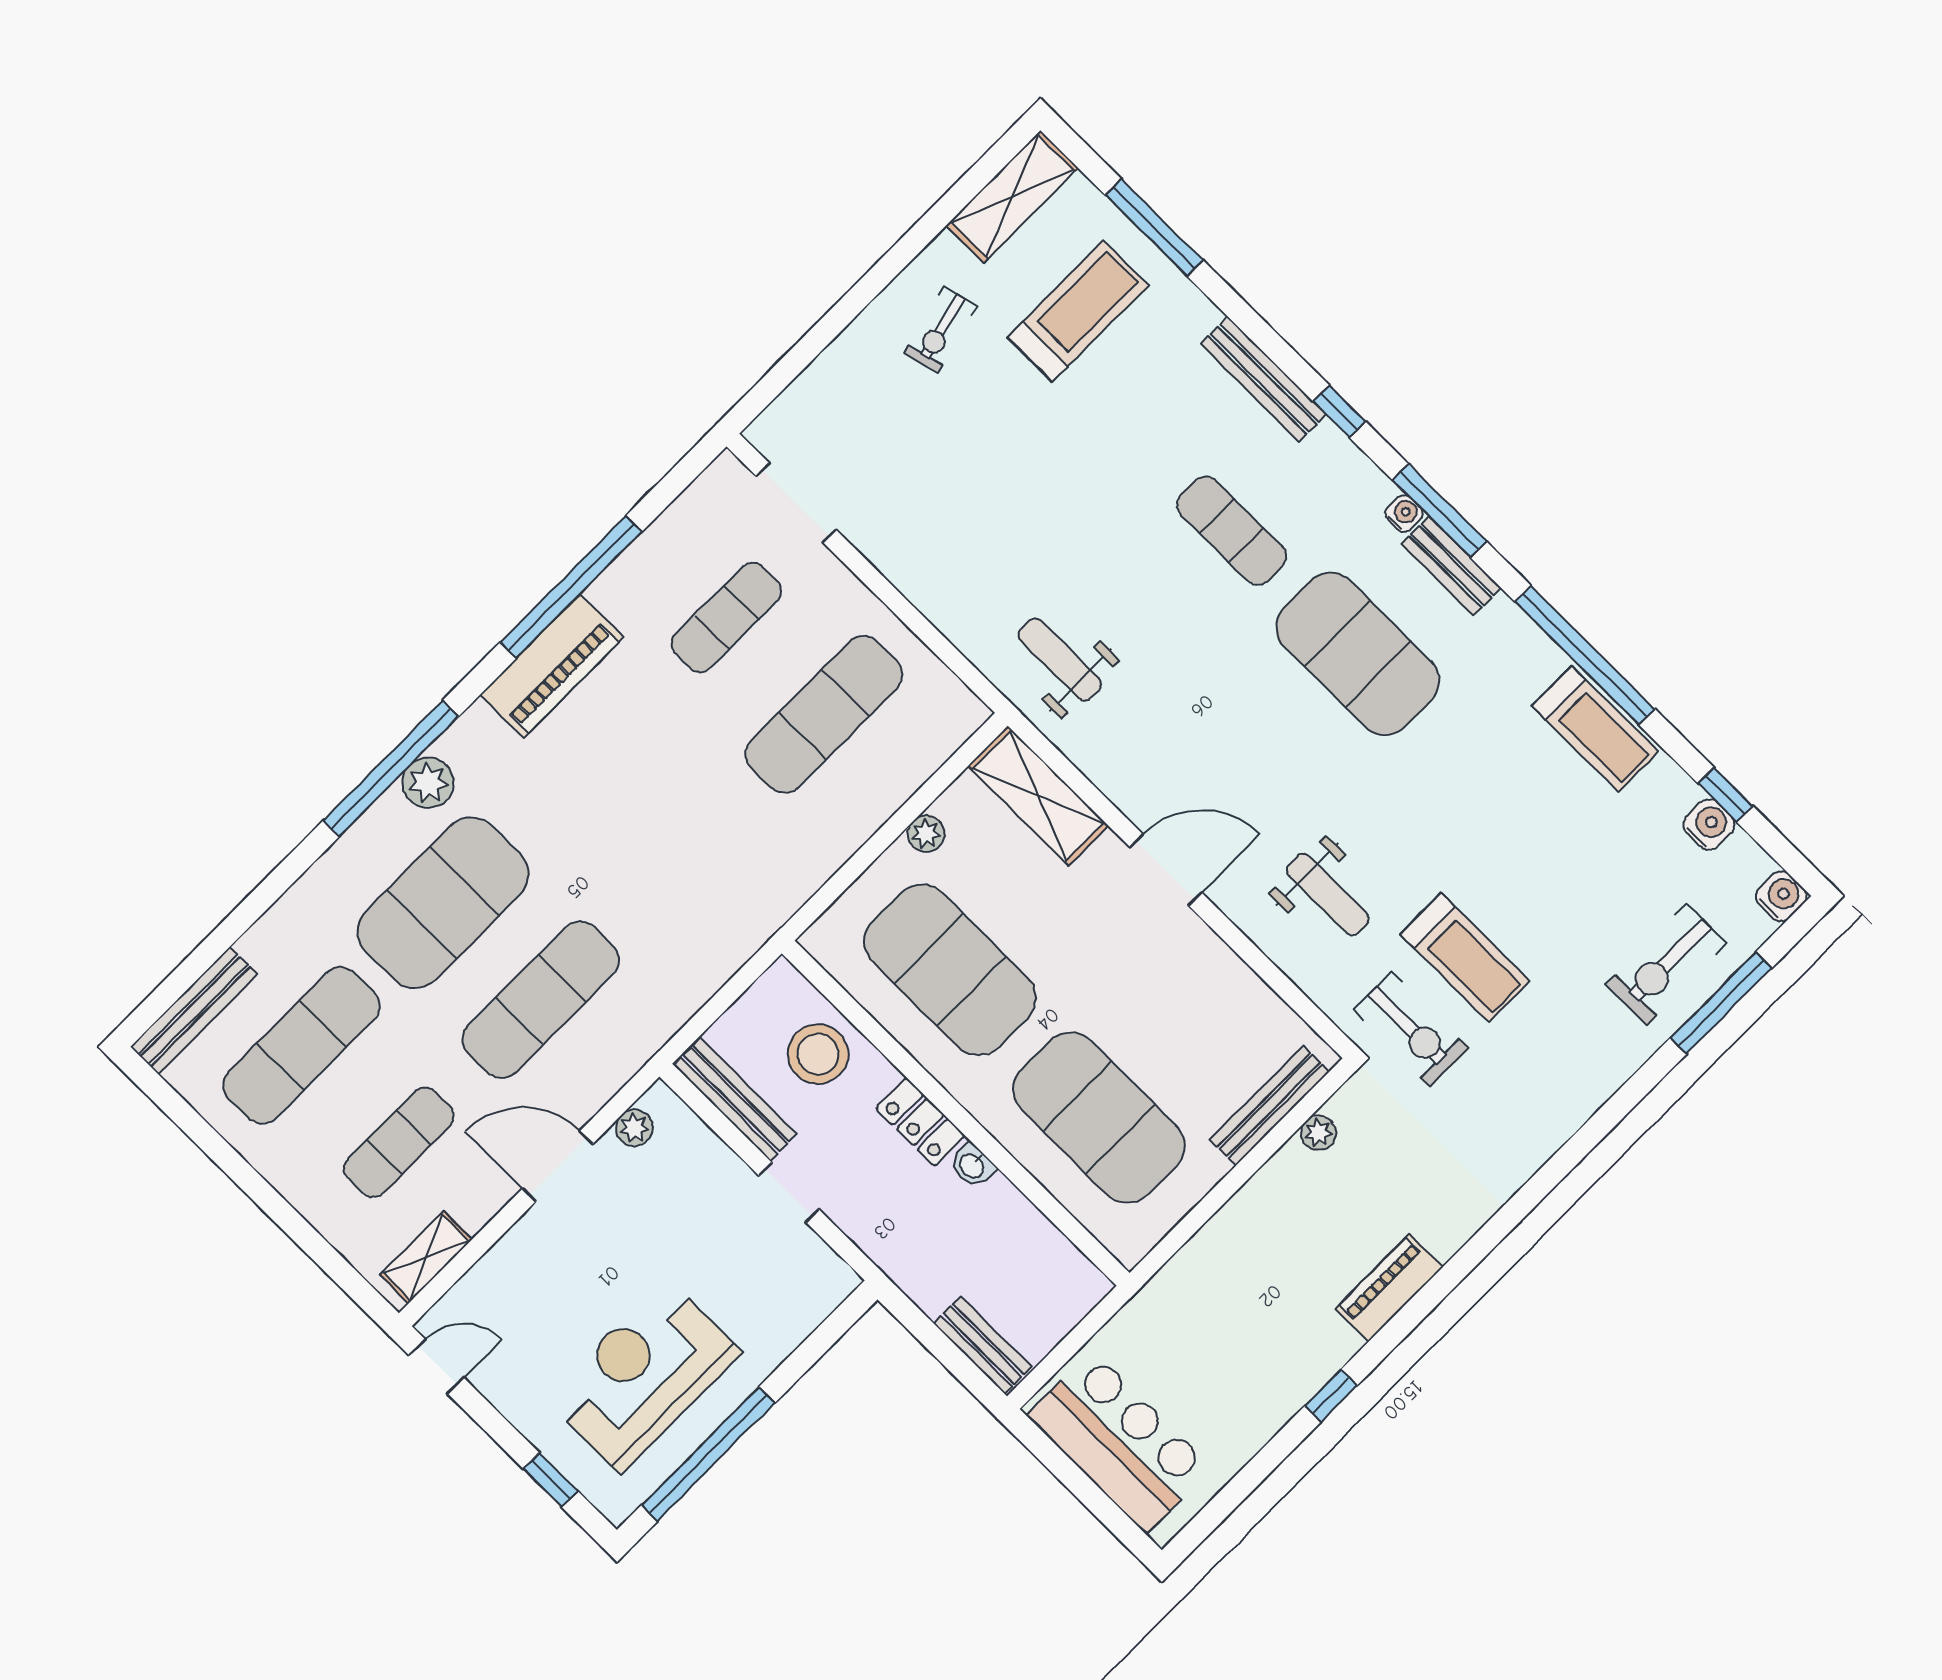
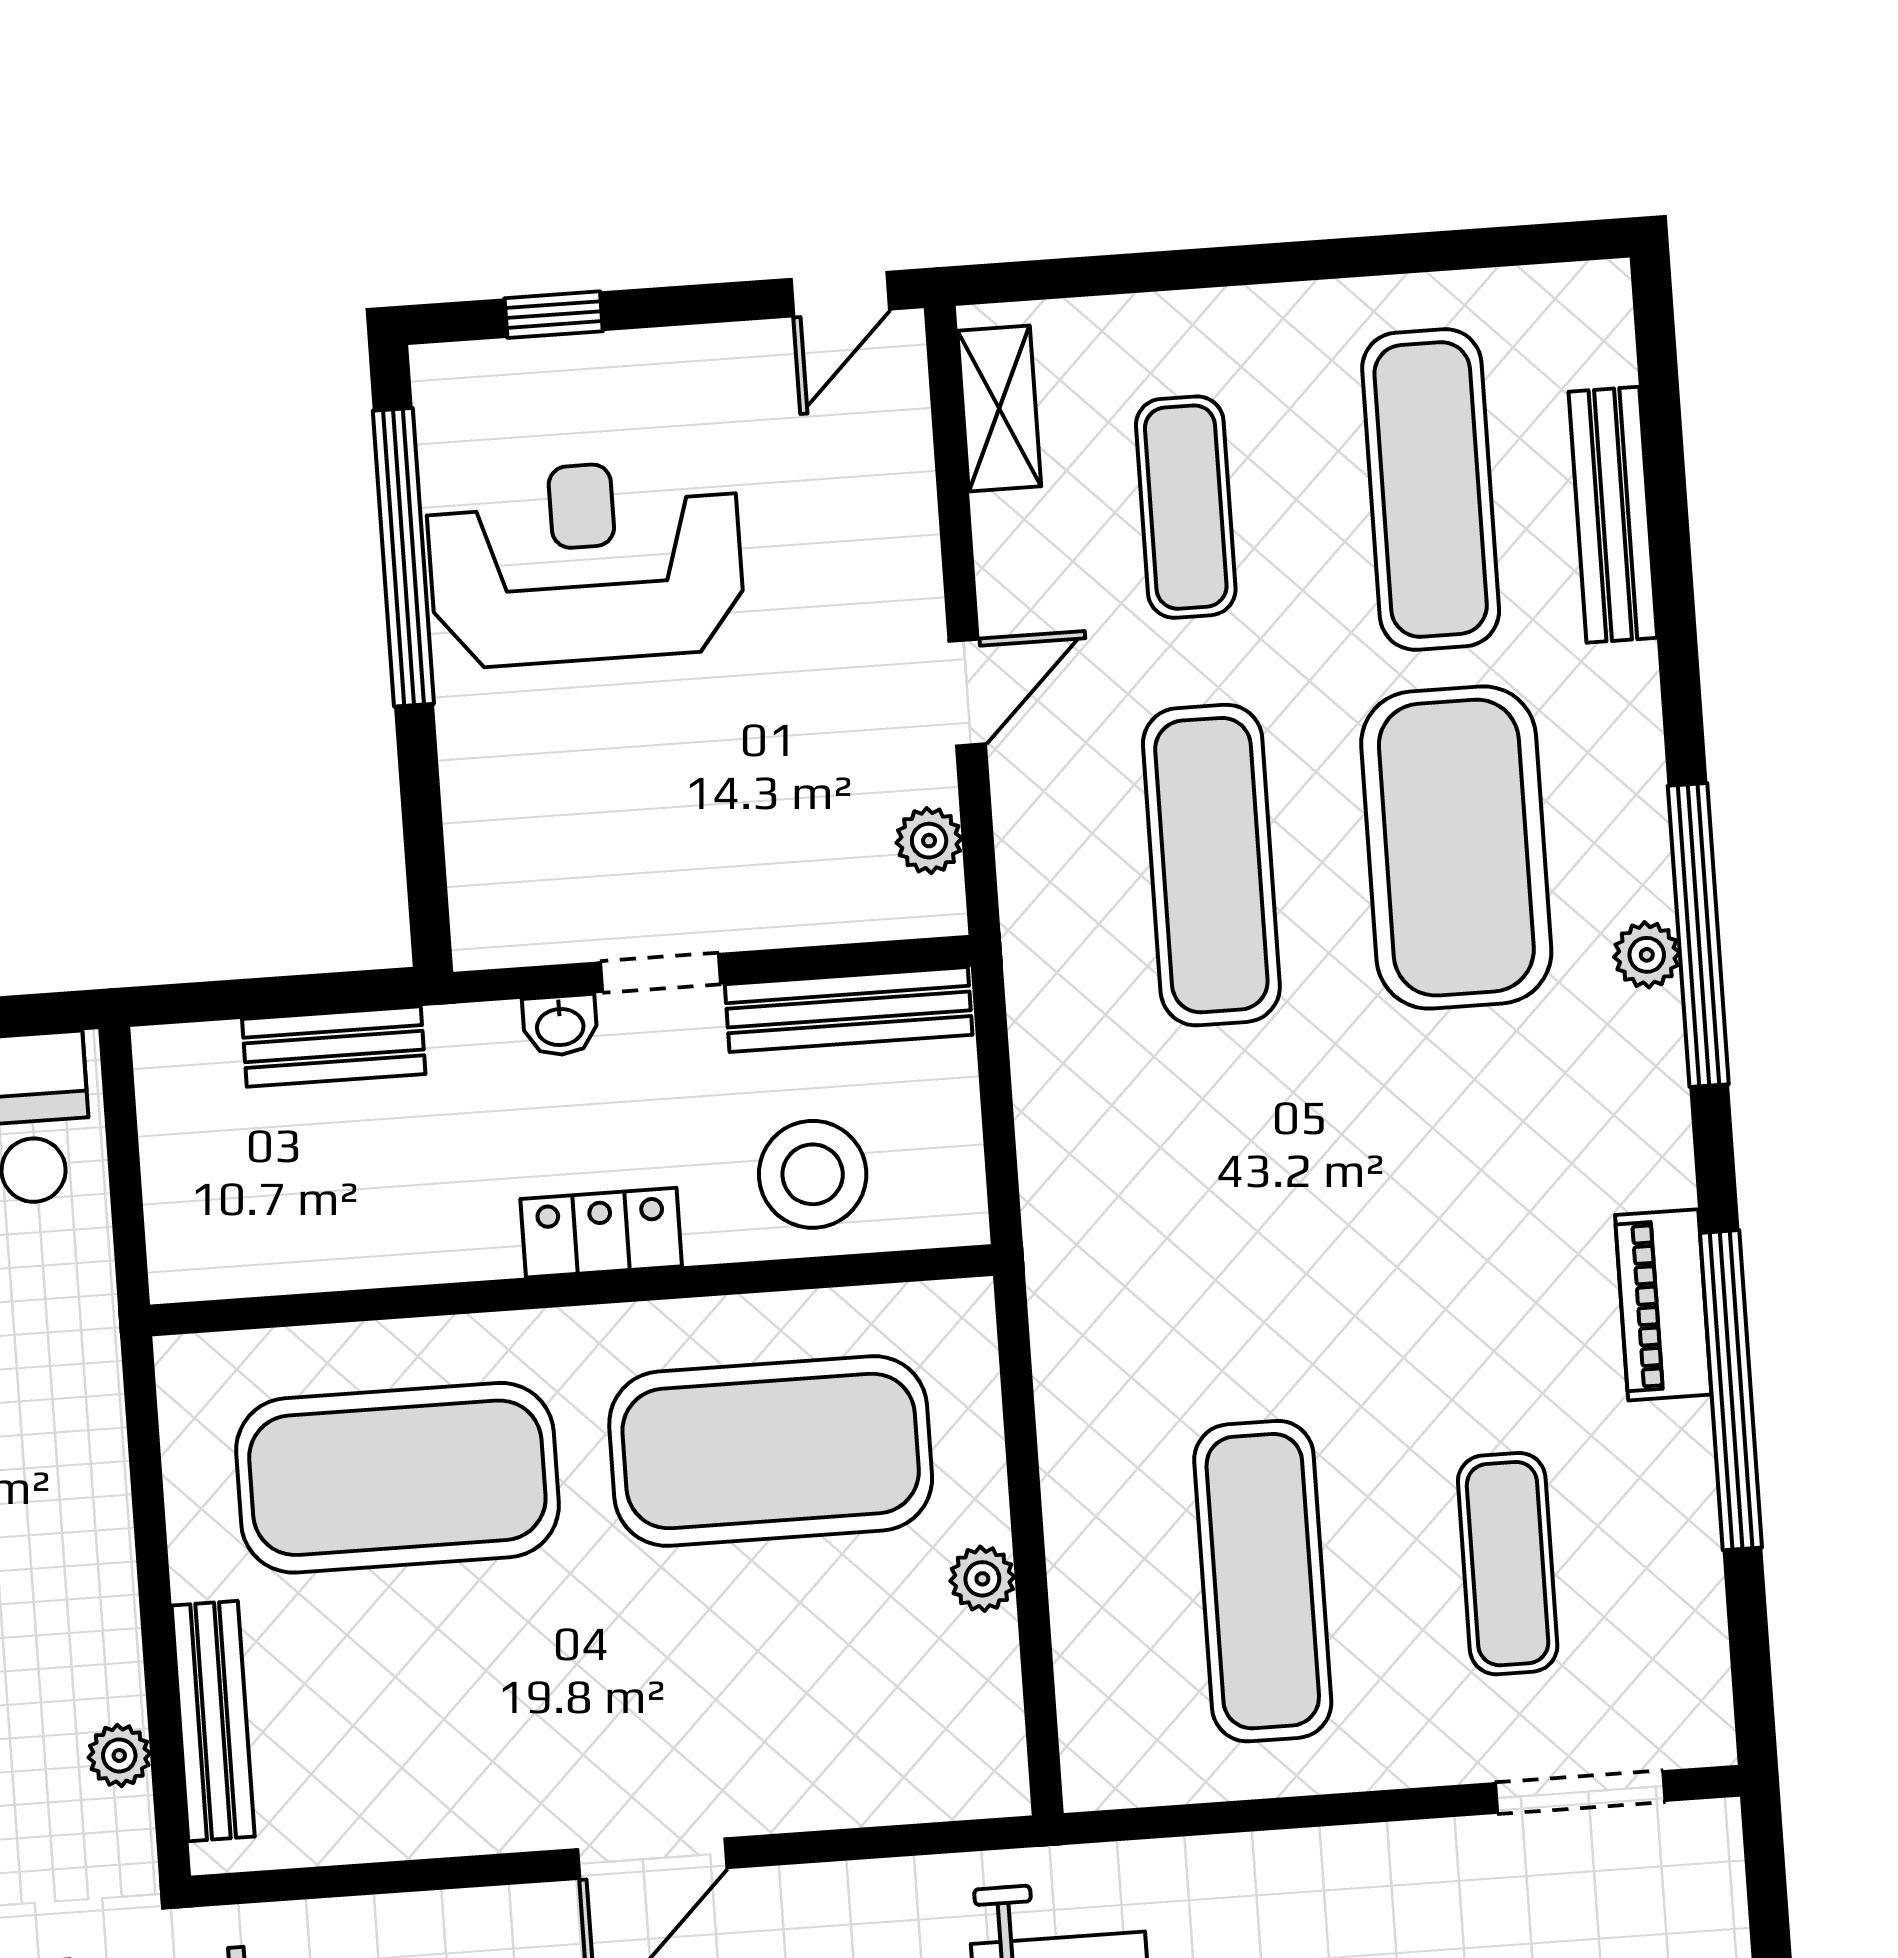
piano: (552, 666) -> (1663, 1305), width x0.73, depth x0.75
plant: (428, 783) -> (1647, 955), width x0.73, depth x0.73
shelving: (1038, 796) -> (902, 1774), removed
bench: (194, 1011) -> (1613, 515), moved
washbasin: (972, 1165) -> (560, 1025), moved, turned 180
door: (558, 1166) -> (967, 692), width x0.73
bench: (982, 1345) -> (334, 1047), moved
reception desk: (643, 1375) -> (585, 563), turned -90

